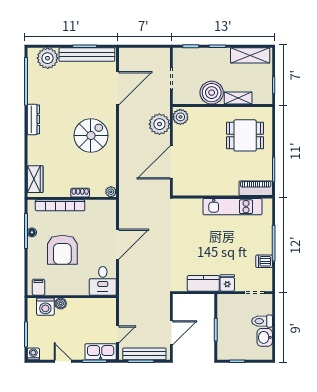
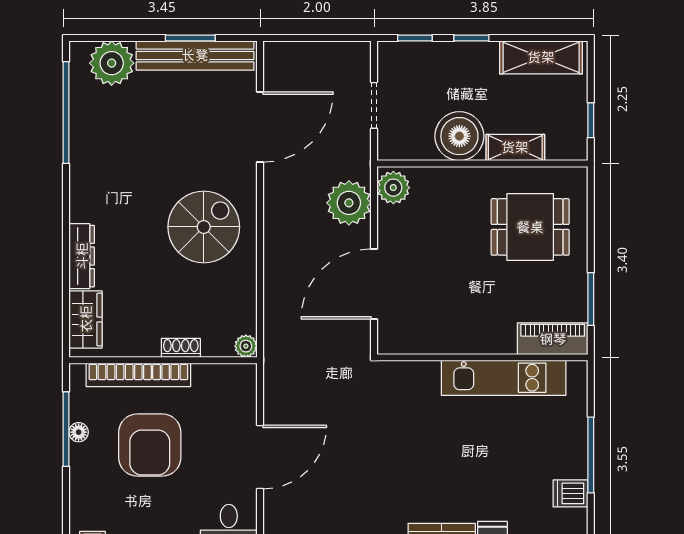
dresser: (33, 119) -> (82, 256), moved
armchair: (62, 250) -> (150, 445), moved

